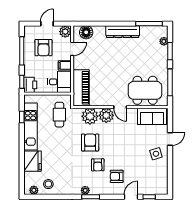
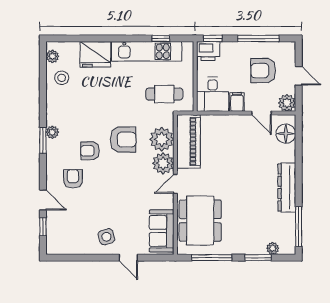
piano: (81, 88) -> (189, 141), moved, turned -90

